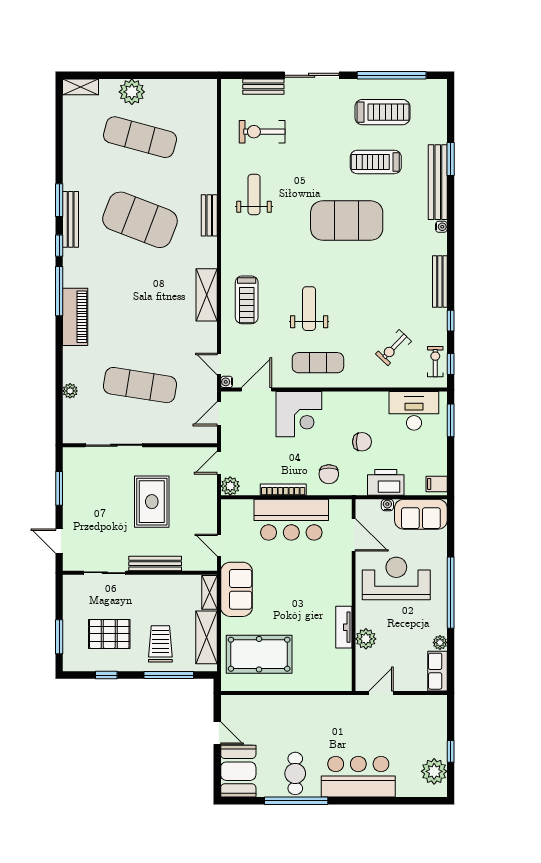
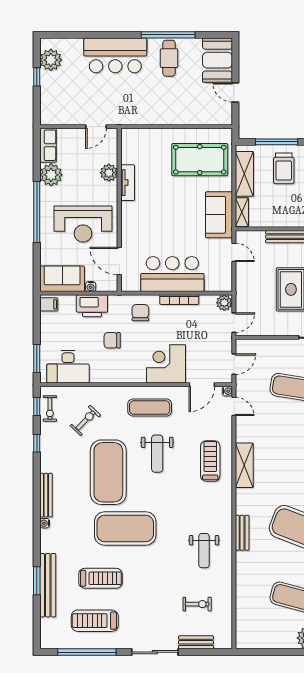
exercise bike: (262, 132) -> (197, 604), width x0.73, depth x0.72
bench: (438, 182) -> (48, 585), moved
bench: (440, 282) -> (46, 495), moved
exercise mat: (367, 287) -> (108, 472), added
plant: (440, 643) -> (51, 175), width x1.88, depth x1.88

